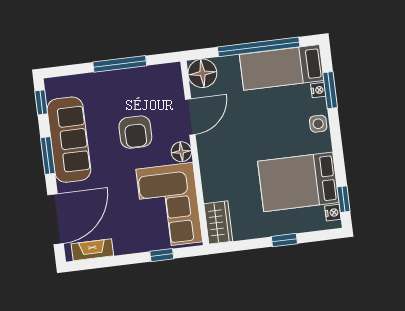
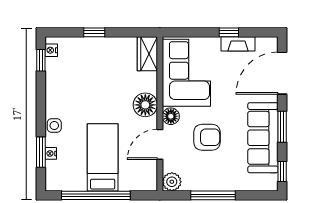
bed: (282, 67) -> (103, 157), moved, turned -90
floor lamp: (202, 73) -> (145, 105), moved
plant: (171, 74) -> (172, 182), added
armchair: (135, 132) -> (207, 137), turned 90
bed: (298, 182) -> (77, 79), removed
fireplace: (92, 250) -> (238, 44), moved
window: (162, 255) -> (229, 32), moved

